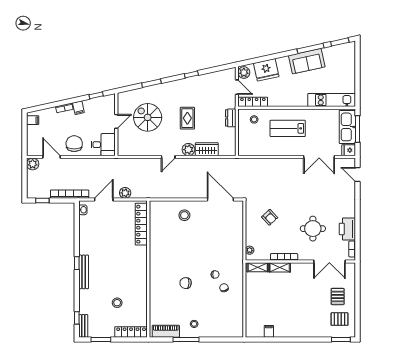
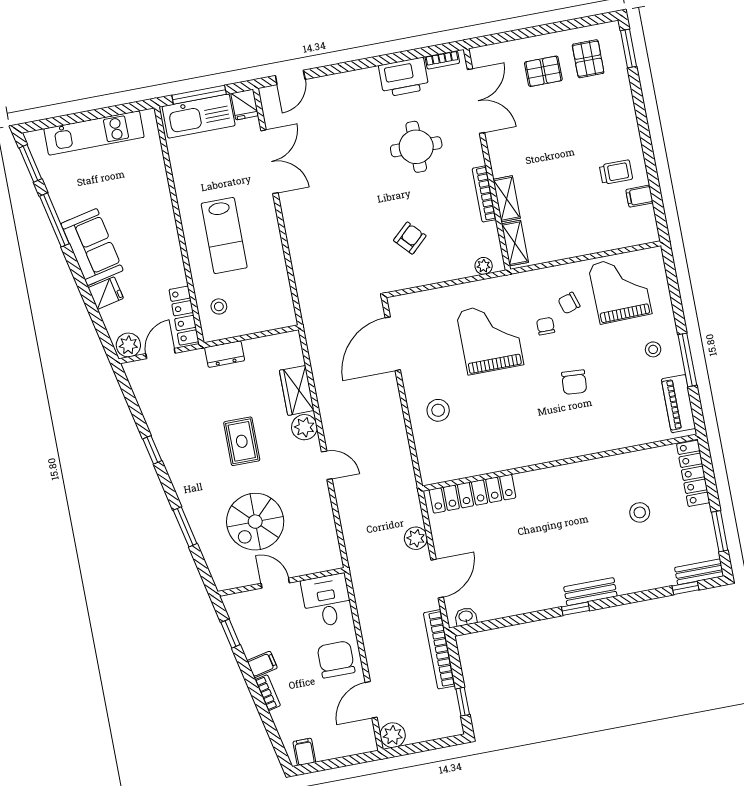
sofa: (307, 61) -> (92, 247), moved
fridge: (266, 70) -> (106, 293), width x0.53, depth x0.75
kitchen unit: (332, 100) -> (94, 133), moved, turned -90
rug: (187, 118) -> (242, 441), turned 90
chair: (74, 144) -> (336, 659), turned 90
door: (104, 200) -> (437, 579), swing flipped
grand piano: (214, 247) -> (490, 338), added
bench: (84, 272) -> (590, 592), width x0.73
grand piano: (226, 313) -> (620, 289), added
trolley: (283, 322) -> (616, 172), added

